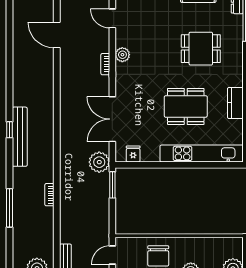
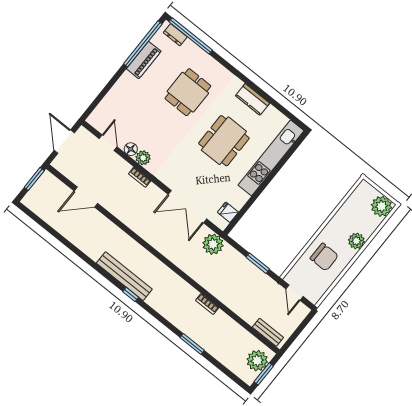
door: (112, 18) -> (108, 143), swing flipped
floor lamp: (122, 40) -> (131, 149), added
bench: (20, 137) -> (124, 276), moved
window: (112, 185) -> (258, 263), moved
window: (9, 208) -> (192, 344), width x0.69

